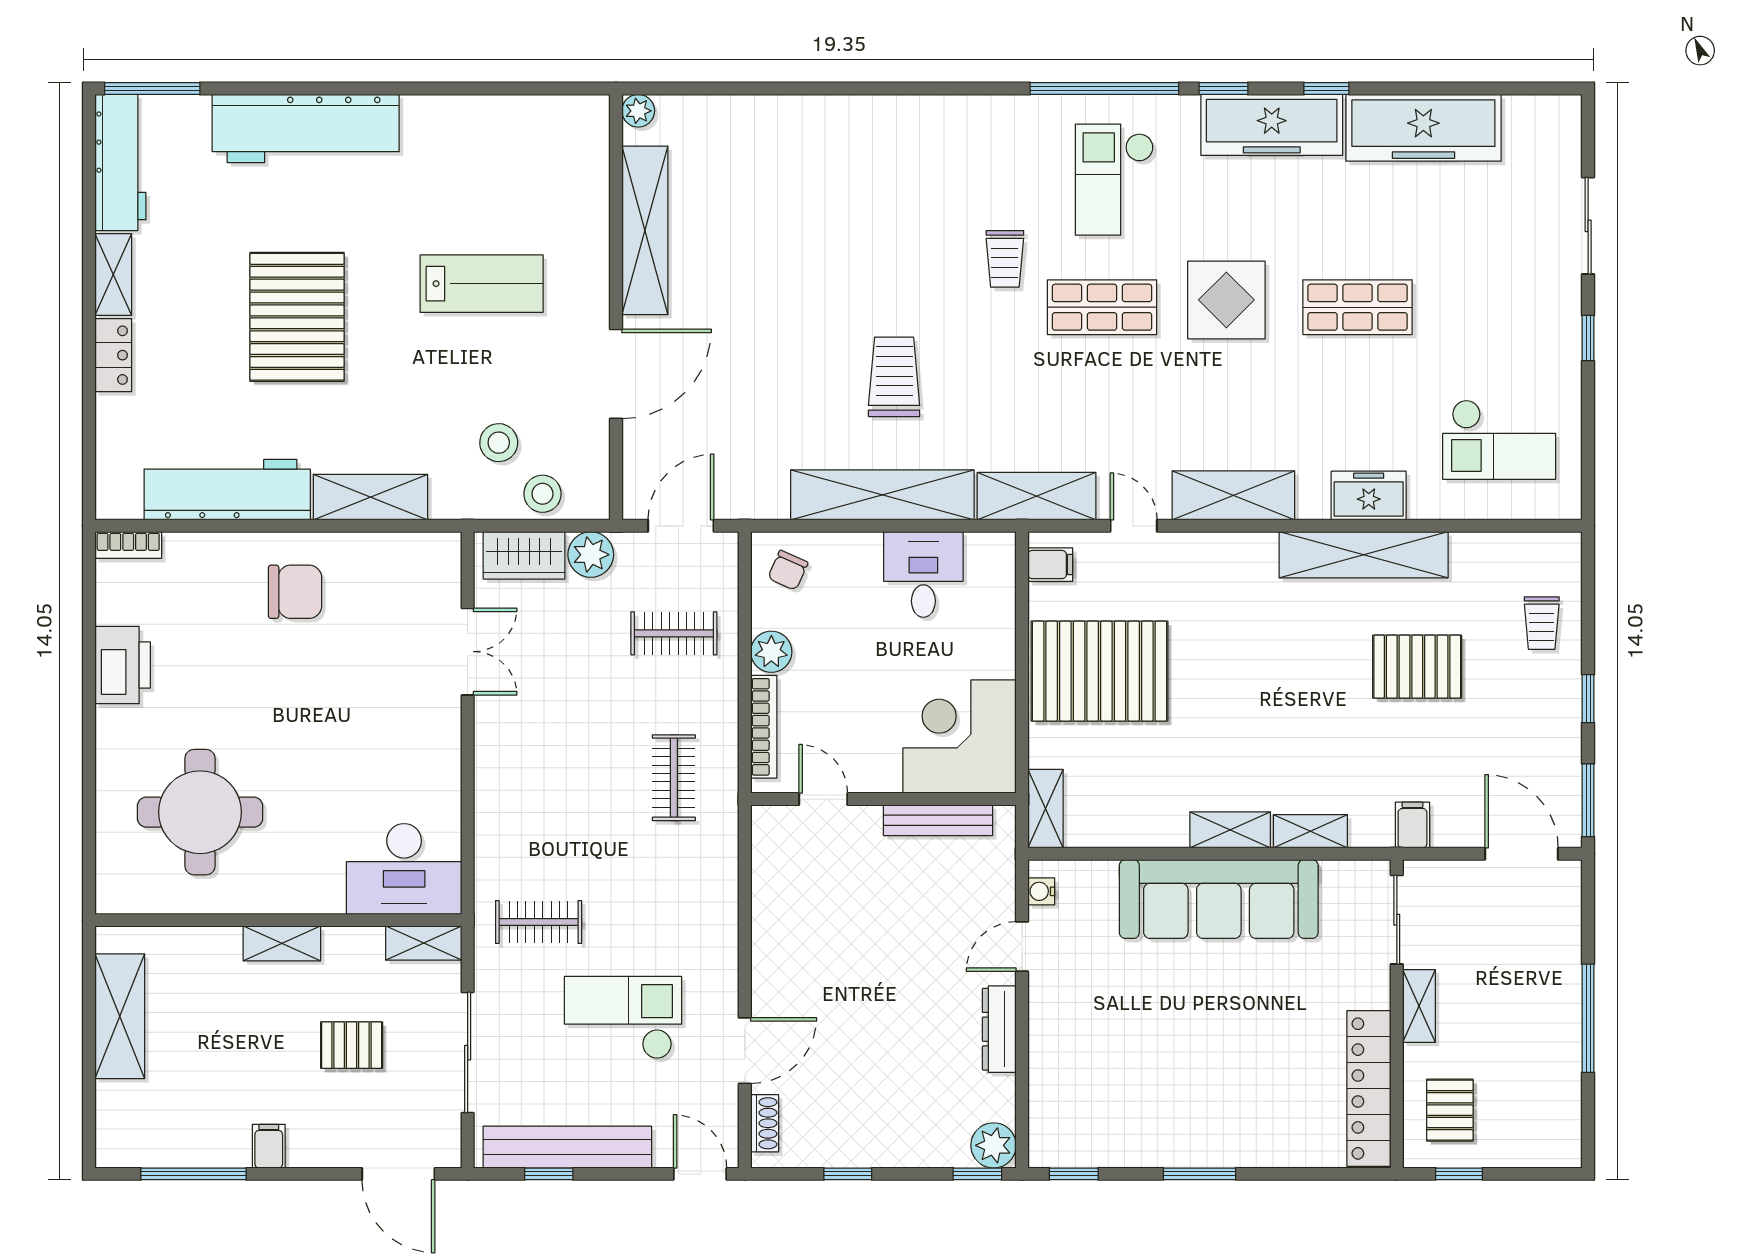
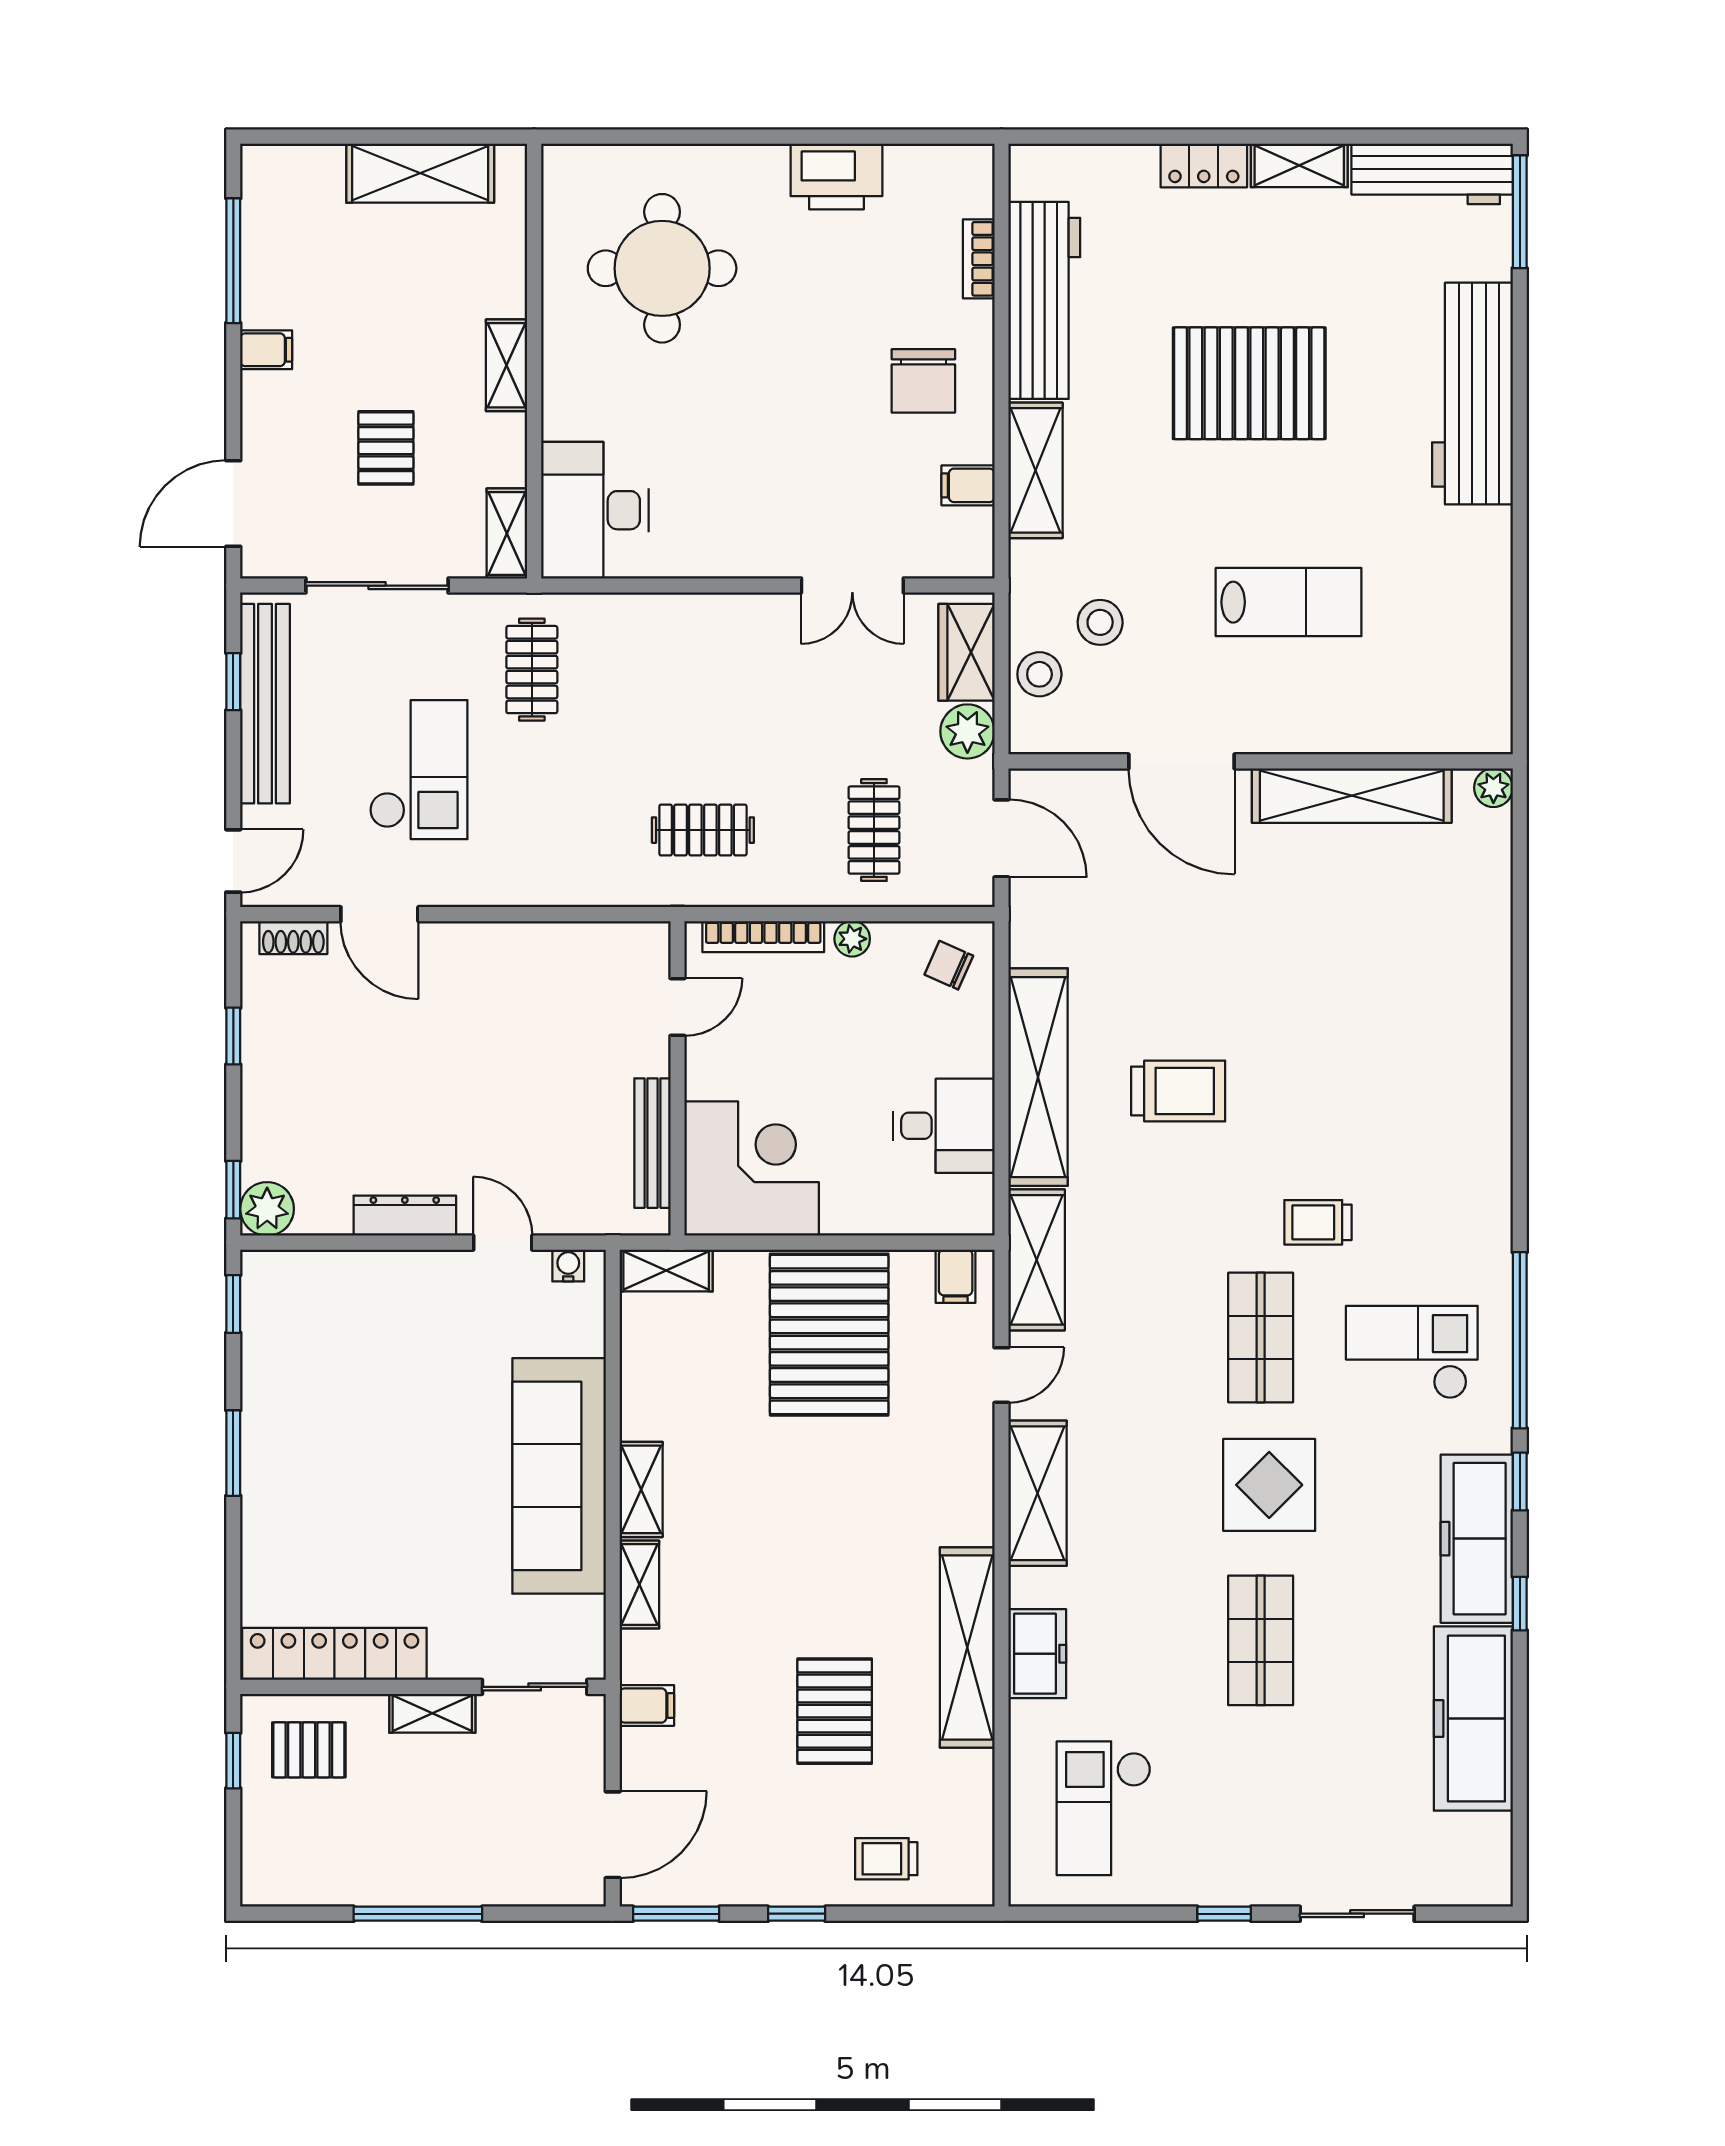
lab bench: (482, 284) -> (1289, 602), turned -90
bookcase: (128, 545) -> (979, 259), moved
filing cabinet: (383, 554) -> (968, 485), added
plant: (771, 652) -> (852, 939), width x0.73, depth x0.73

